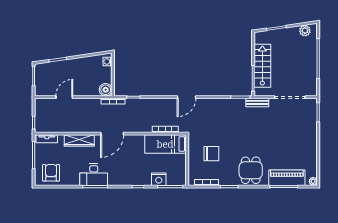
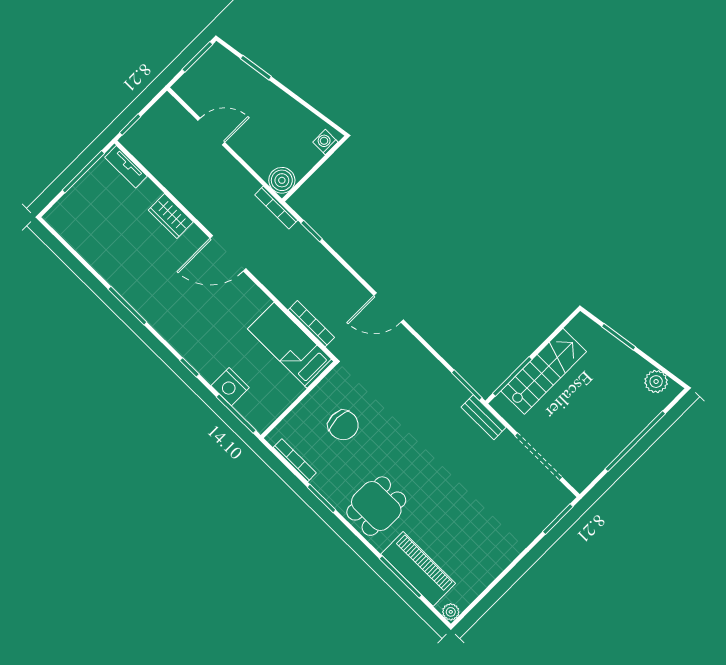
wardrobe: (79, 140) -> (171, 216), width x0.67
armchair: (51, 173) -> (83, 222), removed
desk: (94, 175) -> (142, 286), removed

